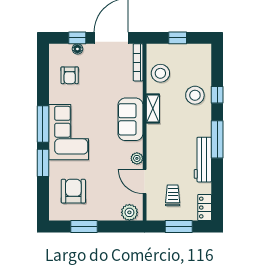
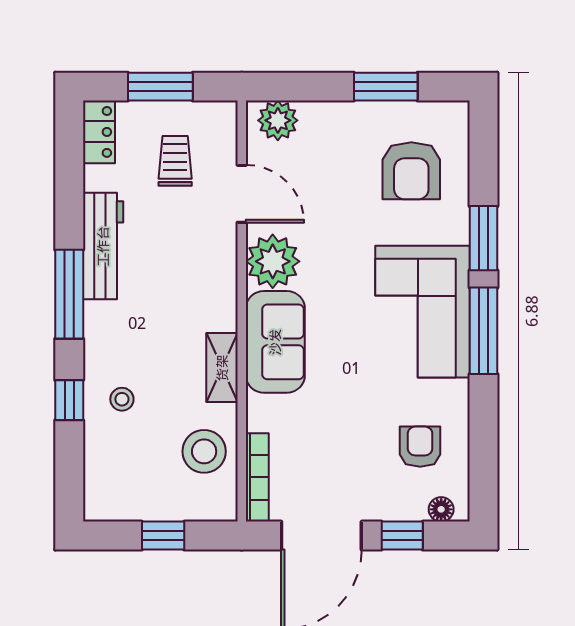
floor lamp: (77, 49) -> (441, 509), moved
stool: (195, 95) -> (122, 399), width x0.53, depth x0.53
plant: (137, 158) -> (273, 261), width x1.88, depth x1.88
trolley: (173, 195) -> (175, 161), turned 180

